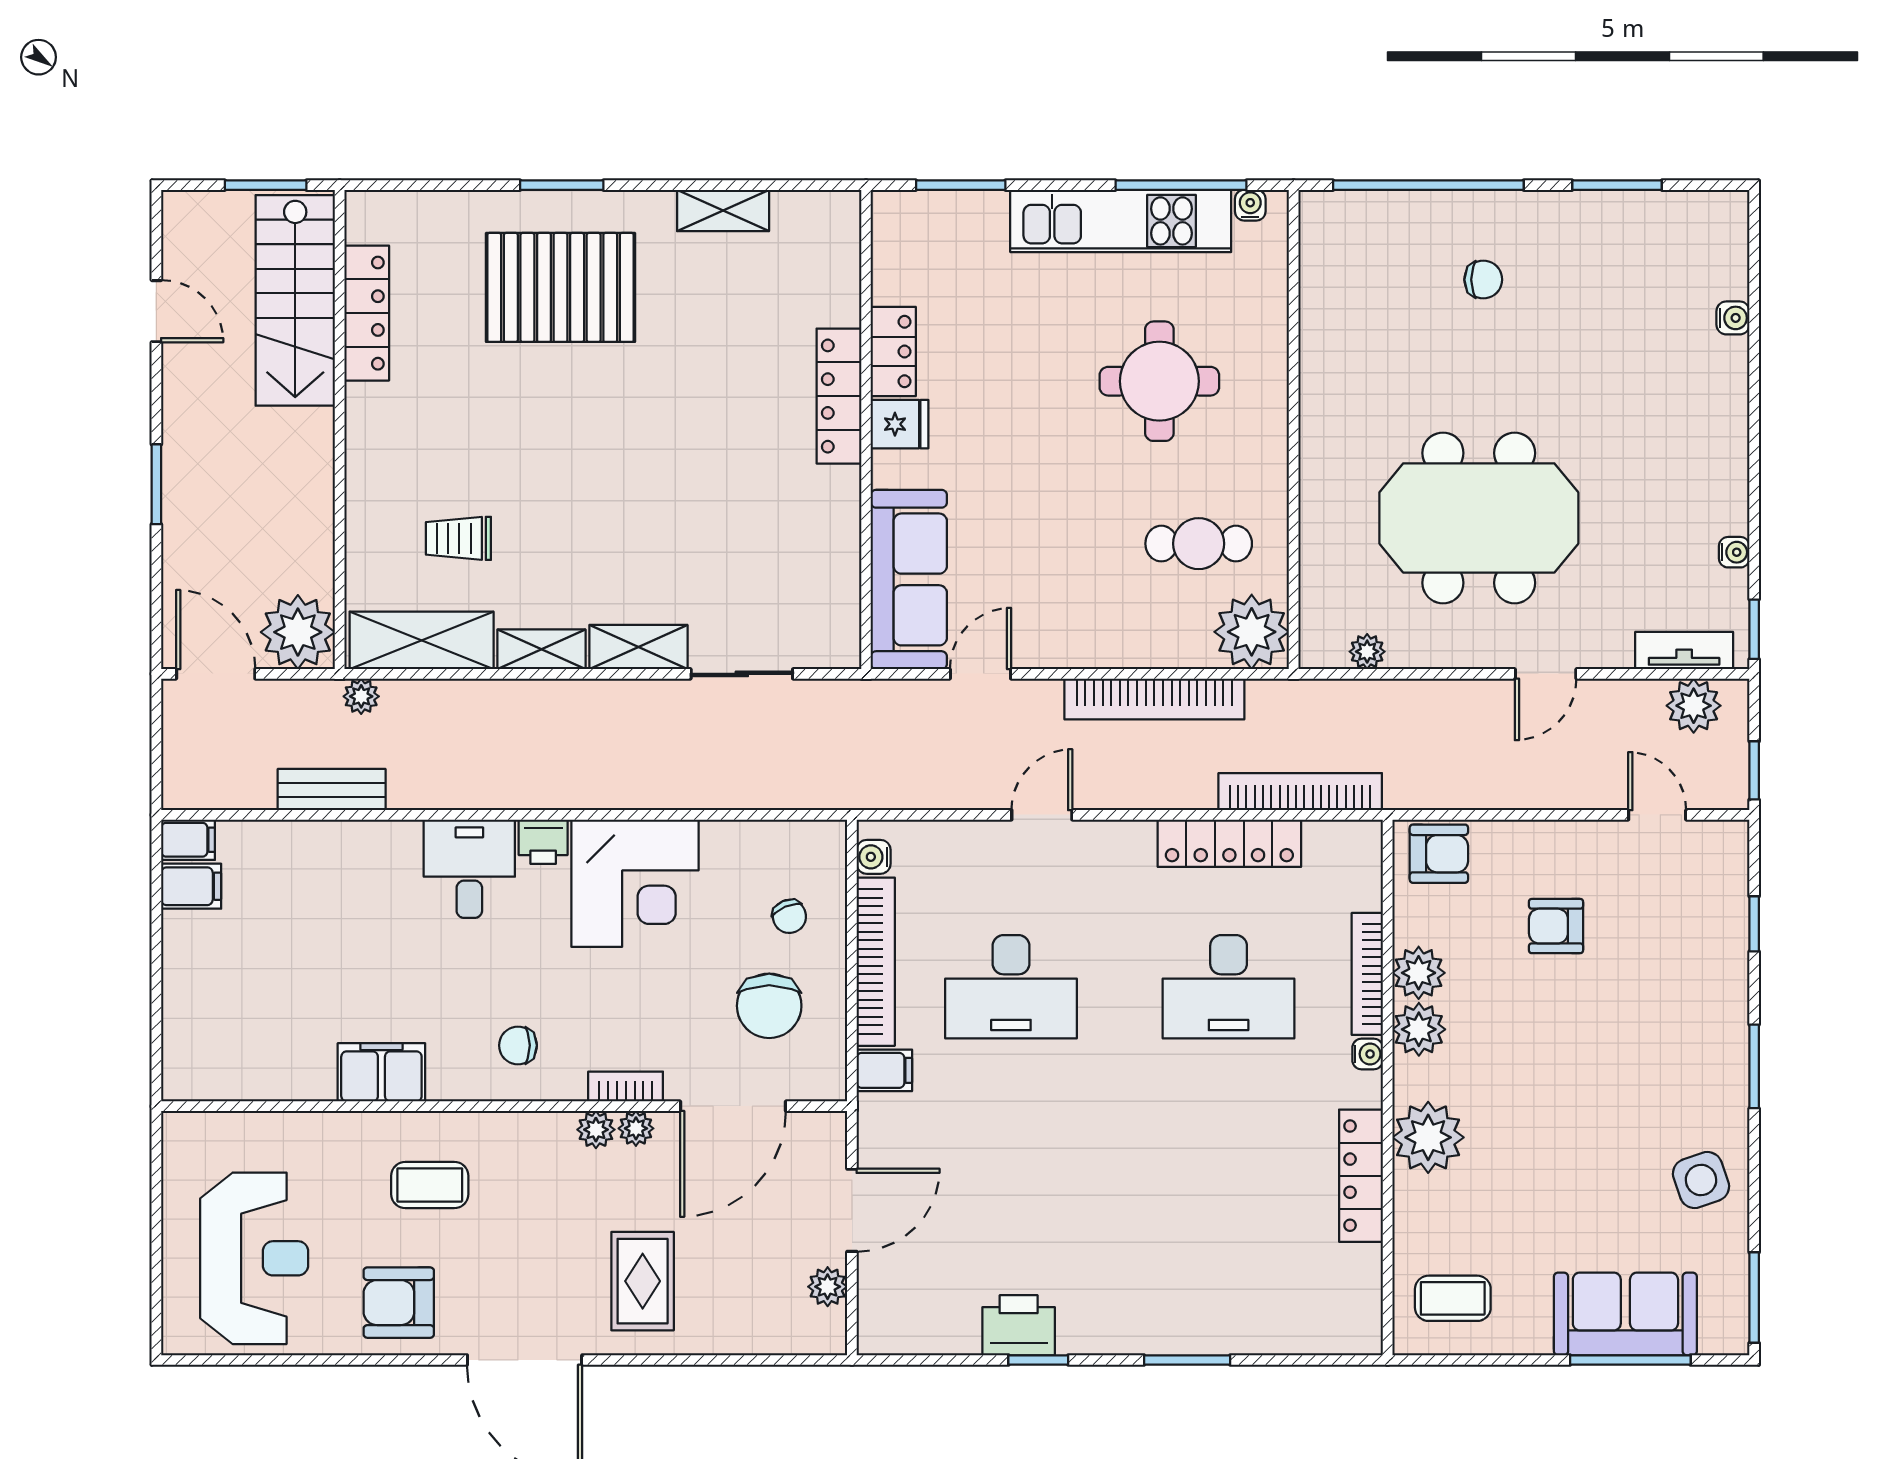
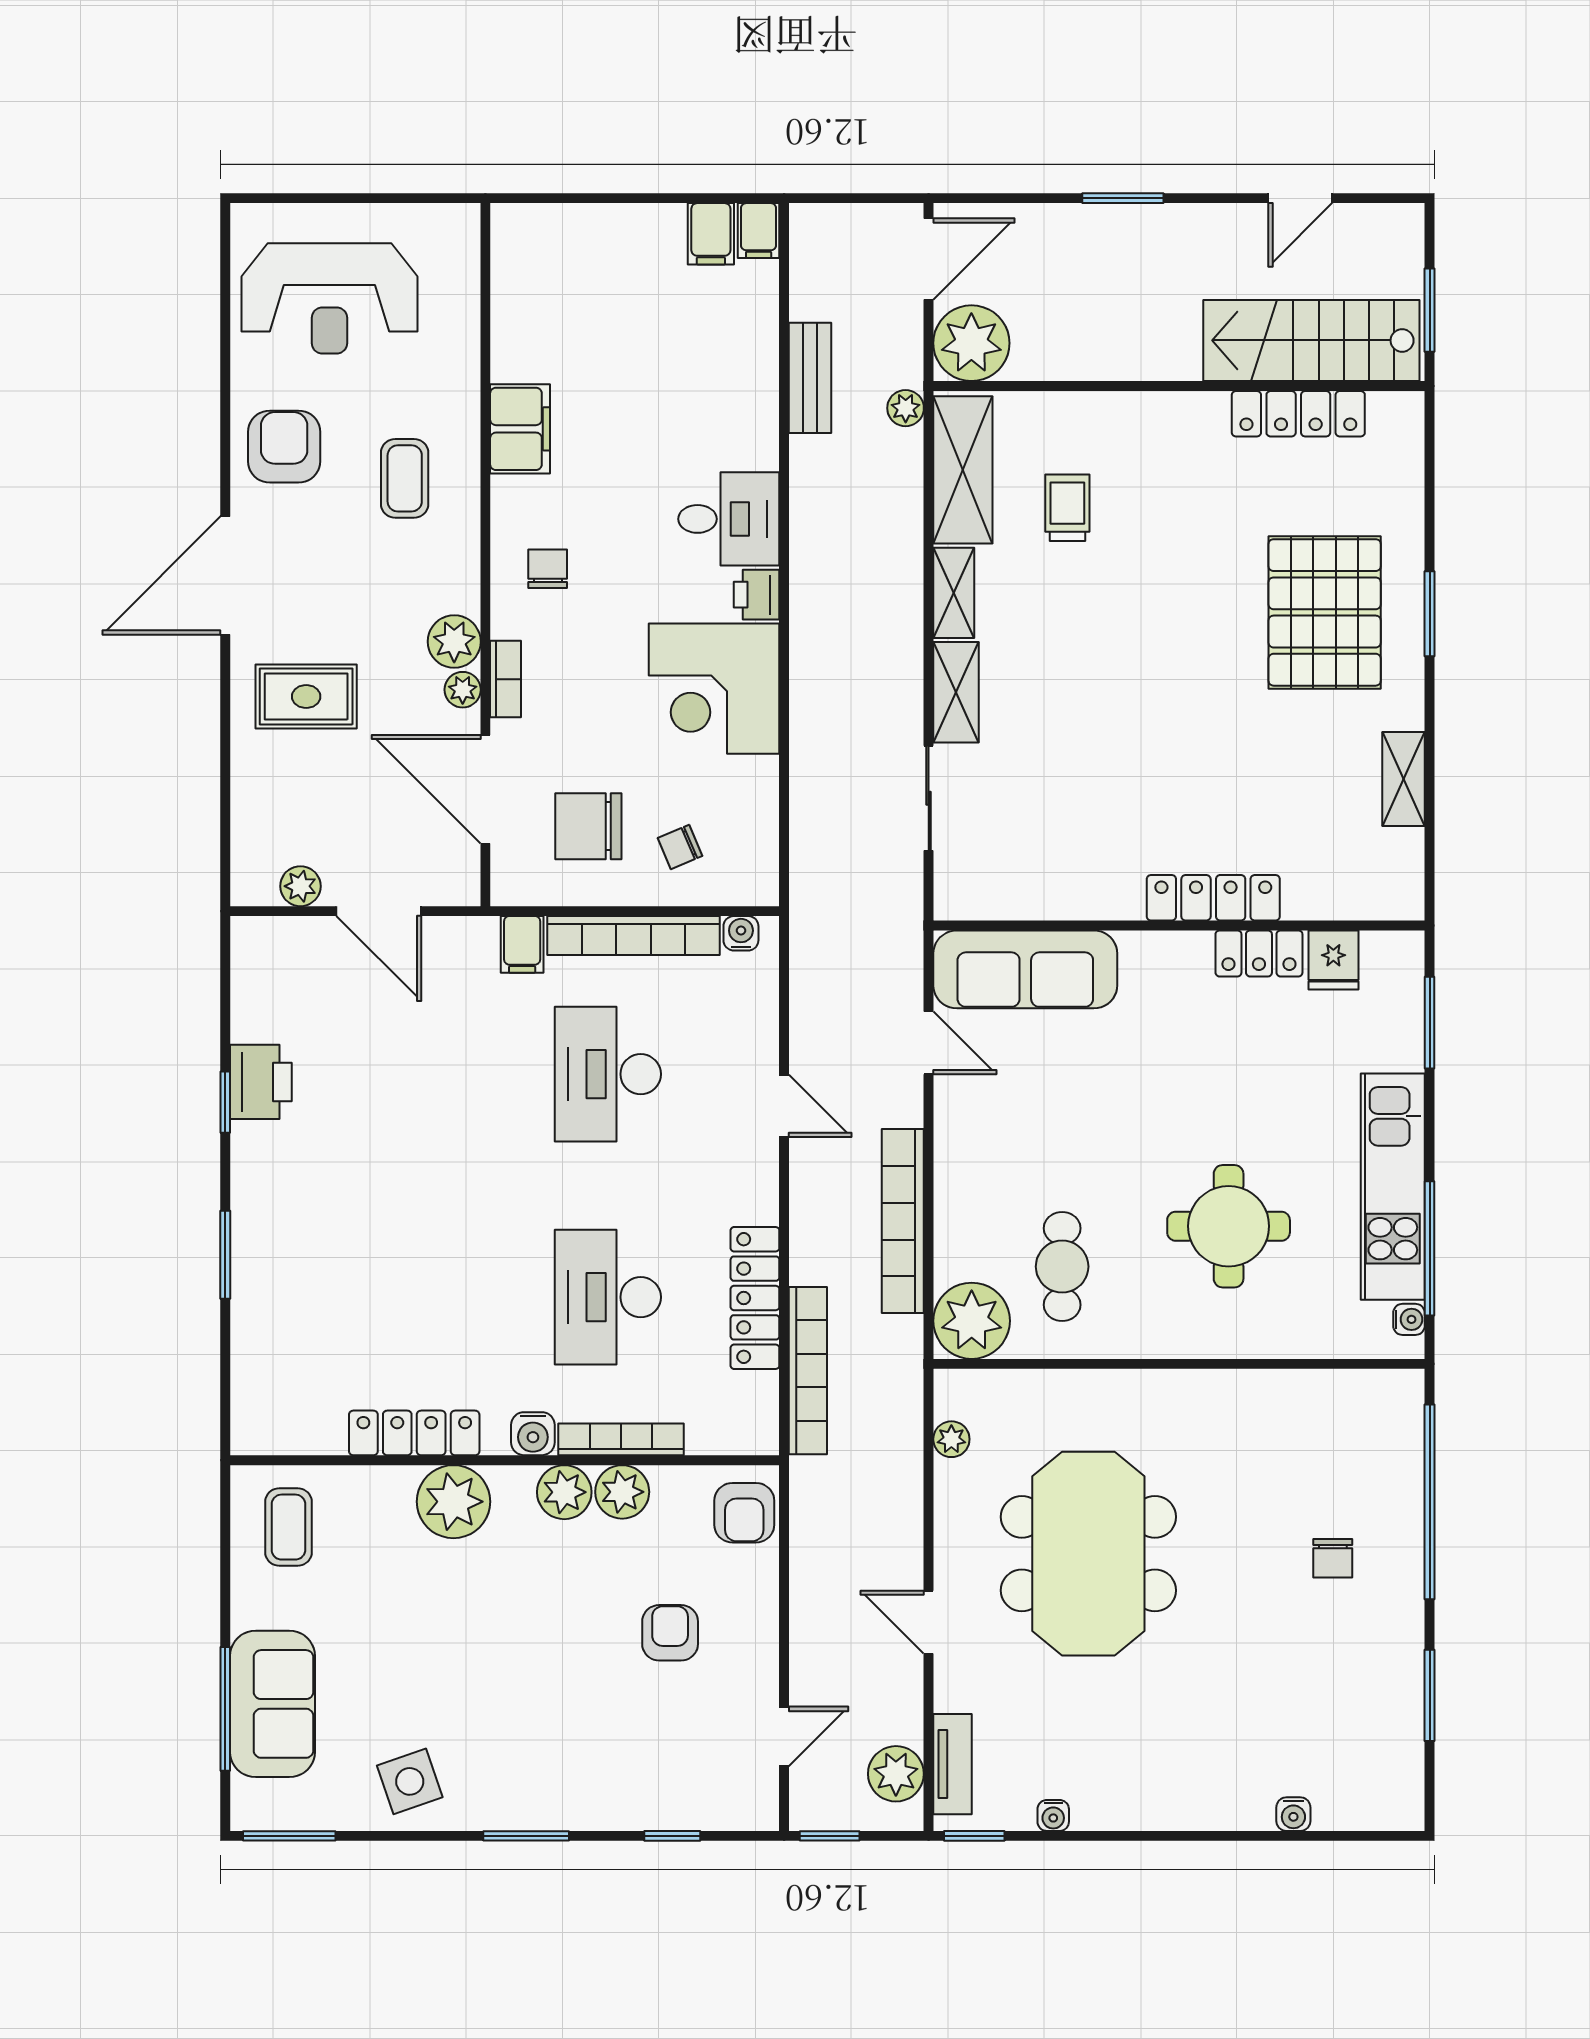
fridge: (900, 424) -> (1333, 960), moved
water cooler: (1368, 1054) -> (533, 1434), width x1.38, depth x1.38
plant: (596, 1130) -> (454, 642), width x1.38, depth x1.38

